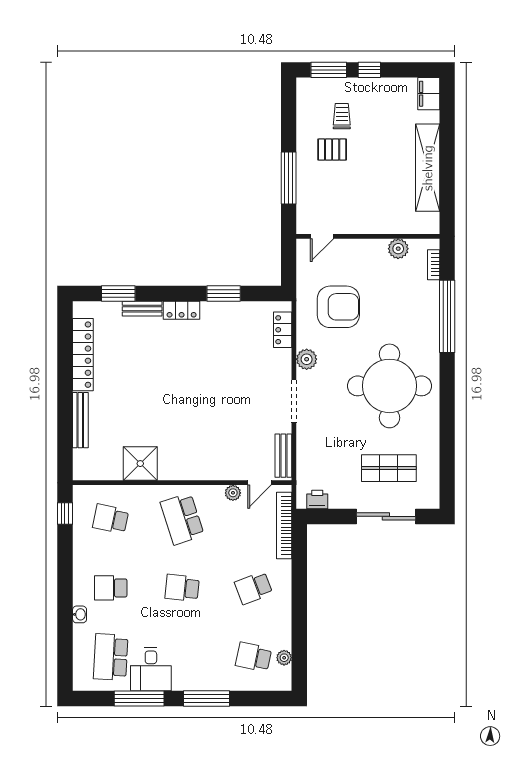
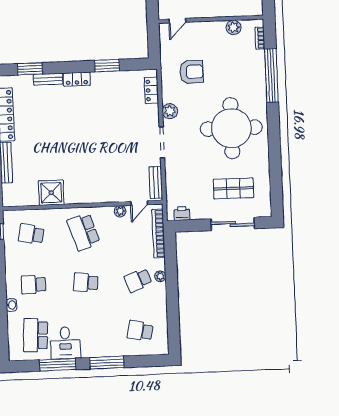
armchair: (338, 307) -> (191, 72), width x0.73, depth x0.73
plant: (284, 658) -> (160, 276), moved

